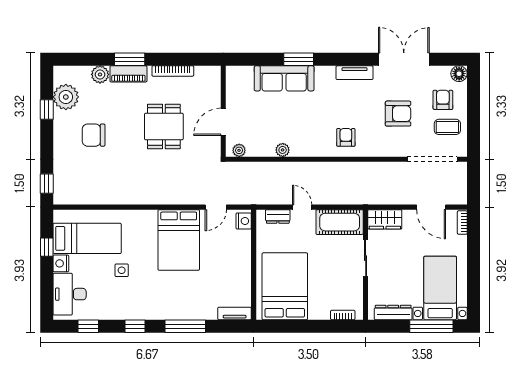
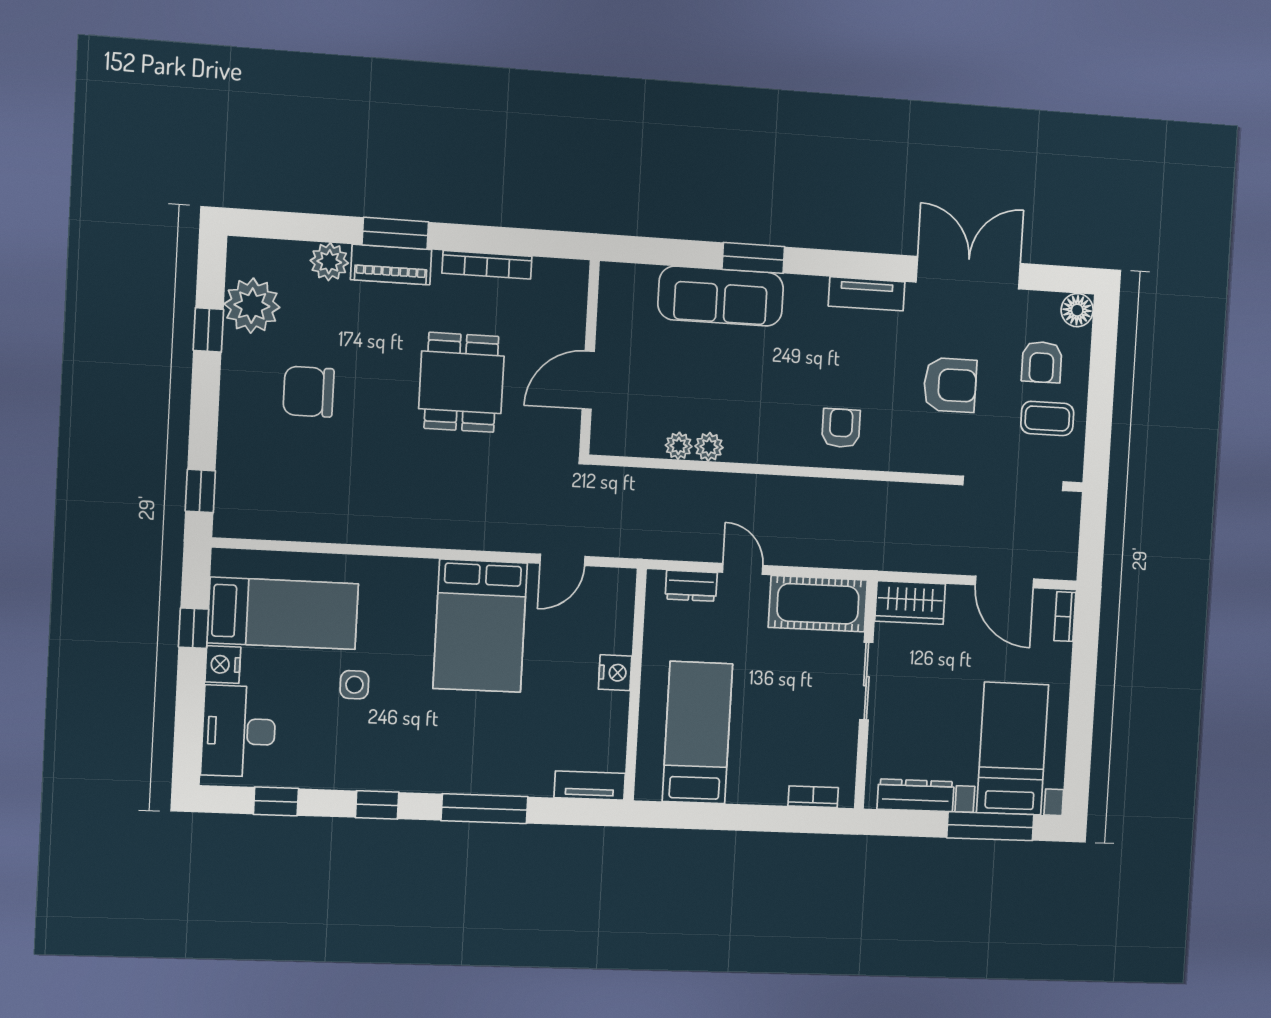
armchair: (443, 100) -> (1042, 362), turned 180
plant: (239, 150) -> (679, 446), moved
nightstand: (244, 221) -> (615, 673), moved
bed: (285, 286) -> (697, 733), width x0.67

